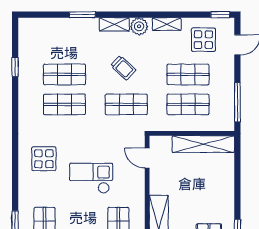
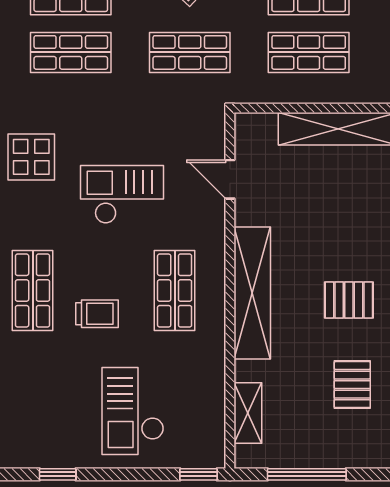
door: (147, 158) -> (230, 179), moved

